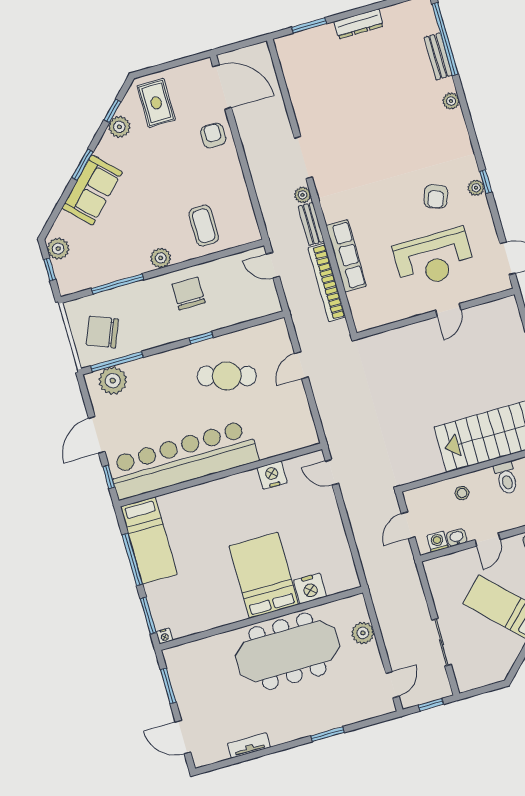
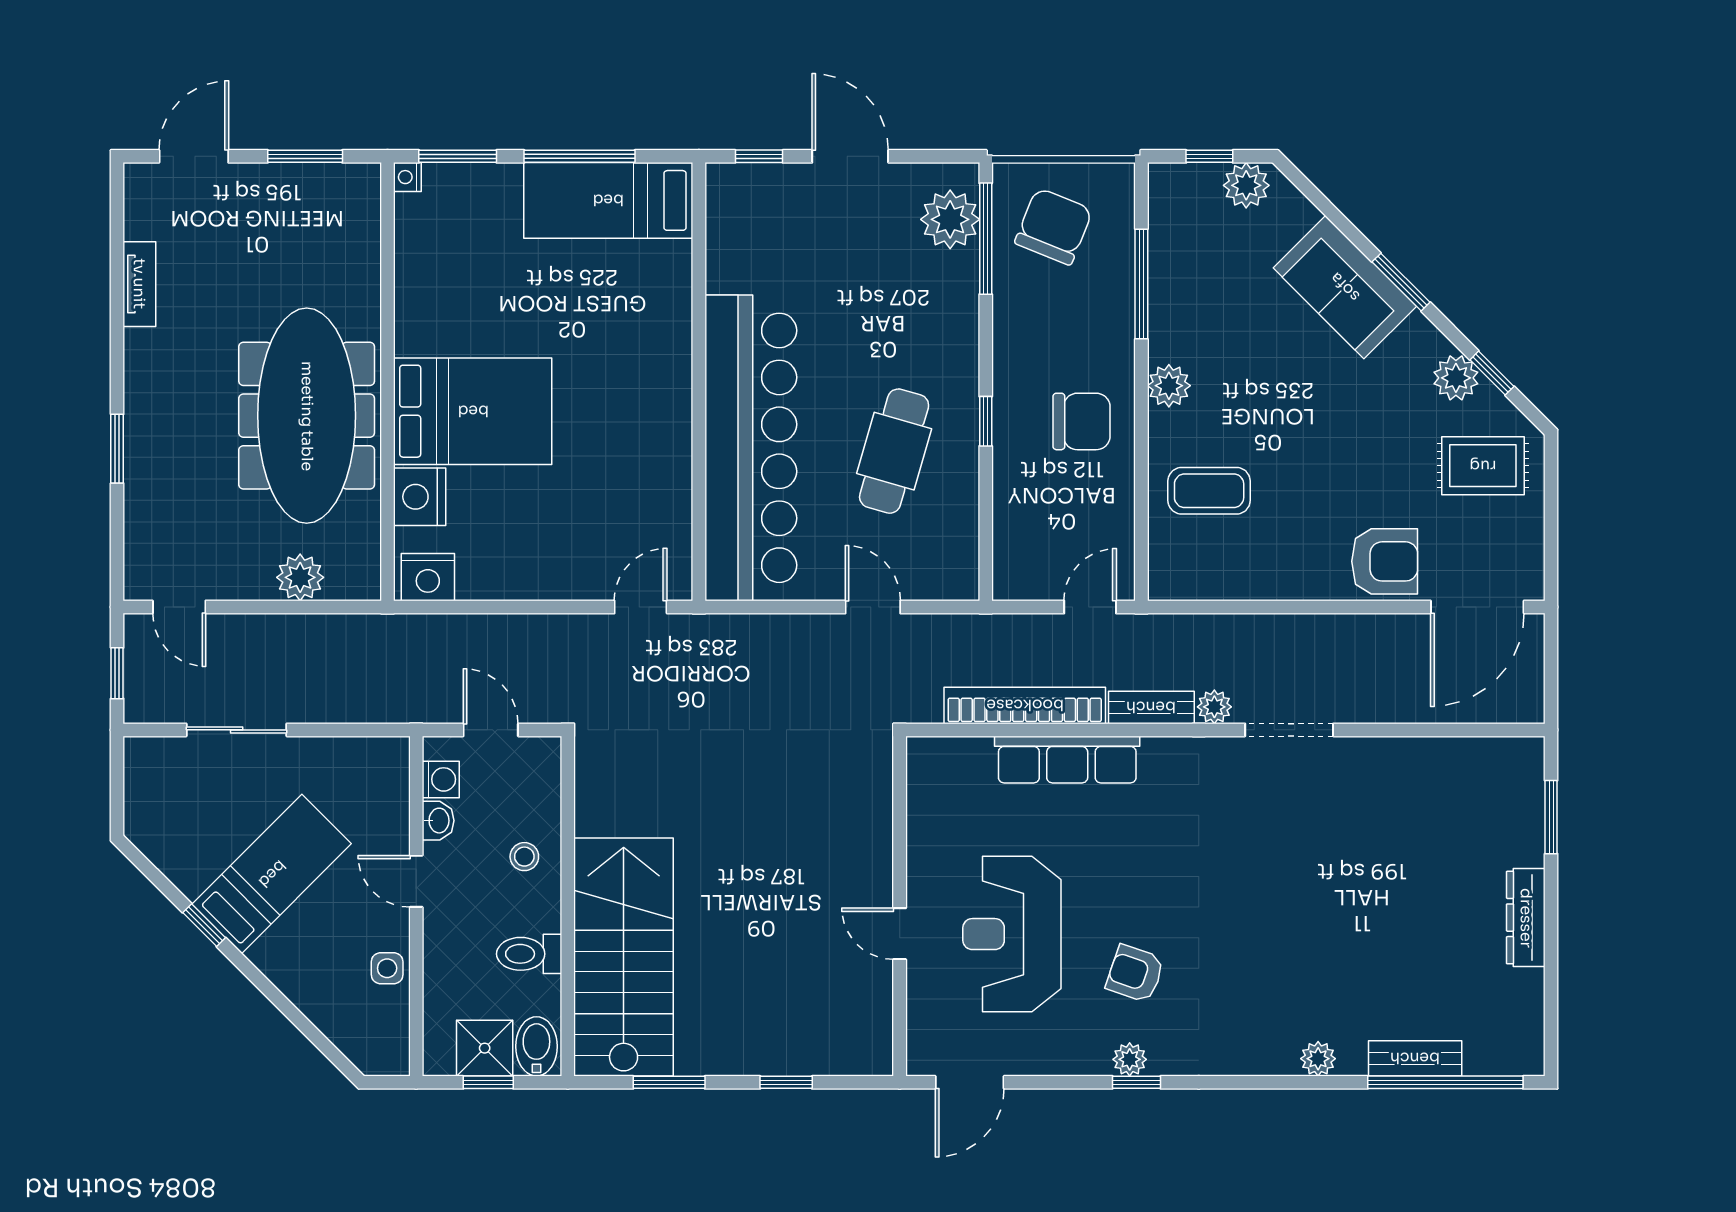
armchair: (213, 136) -> (1385, 561), width x1.38, depth x1.38
bar counter: (183, 460) -> (751, 448), moved
nightstand: (272, 475) -> (428, 577), moved, turned 90

